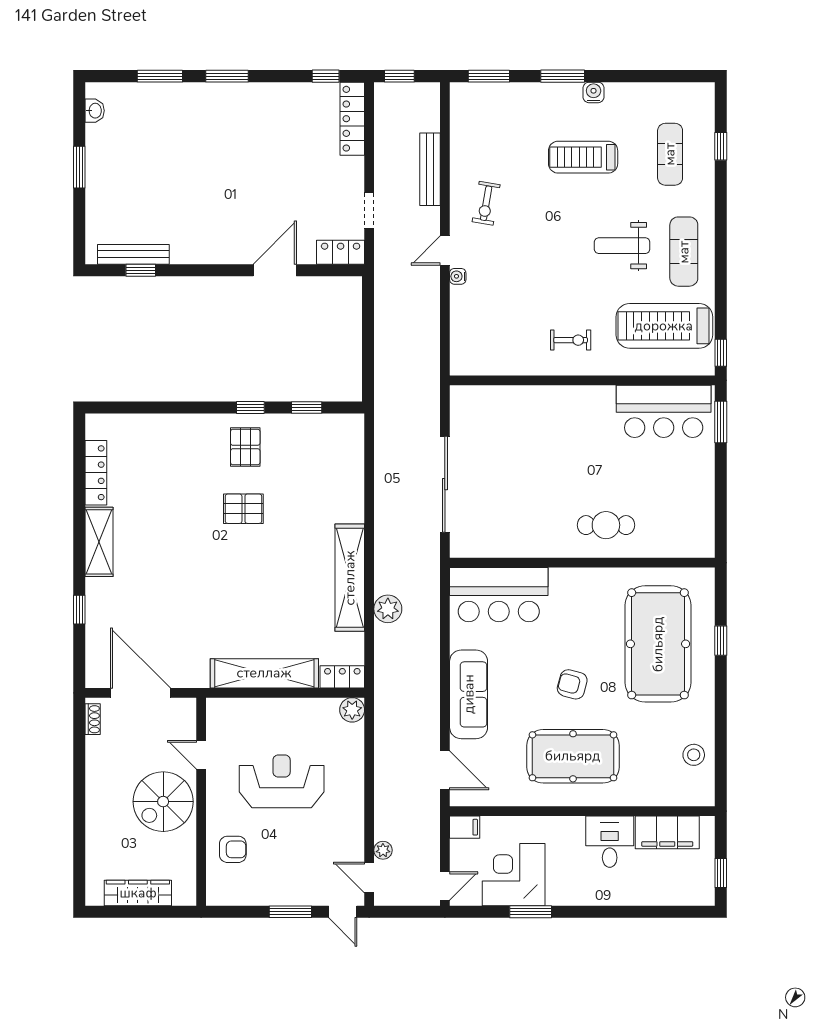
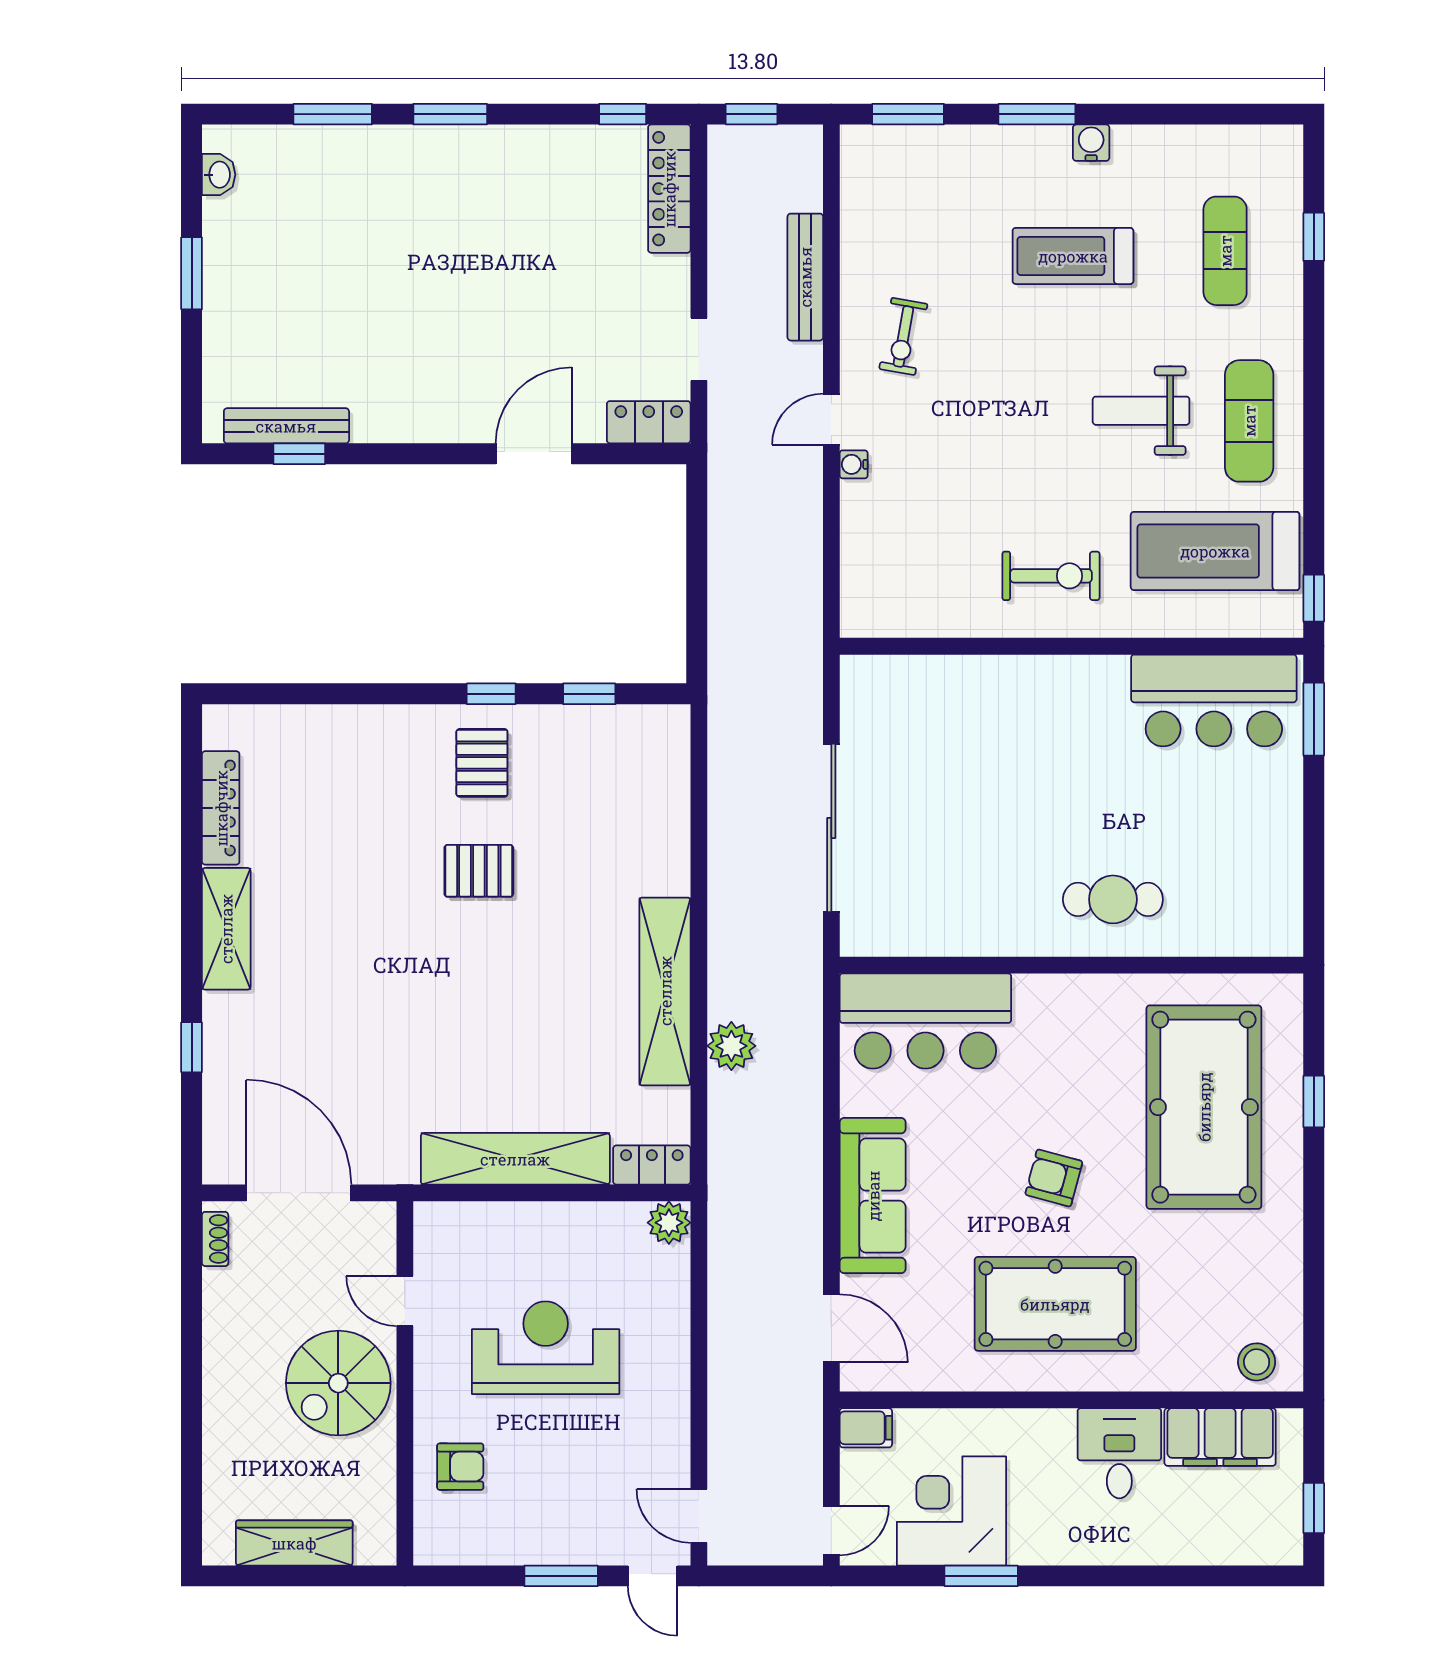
exercise bike: (571, 340) -> (1051, 576), width x1.38, depth x1.39
stool: (694, 755) -> (1257, 1362), moved
plant: (383, 850) -> (723, 1468), removed

